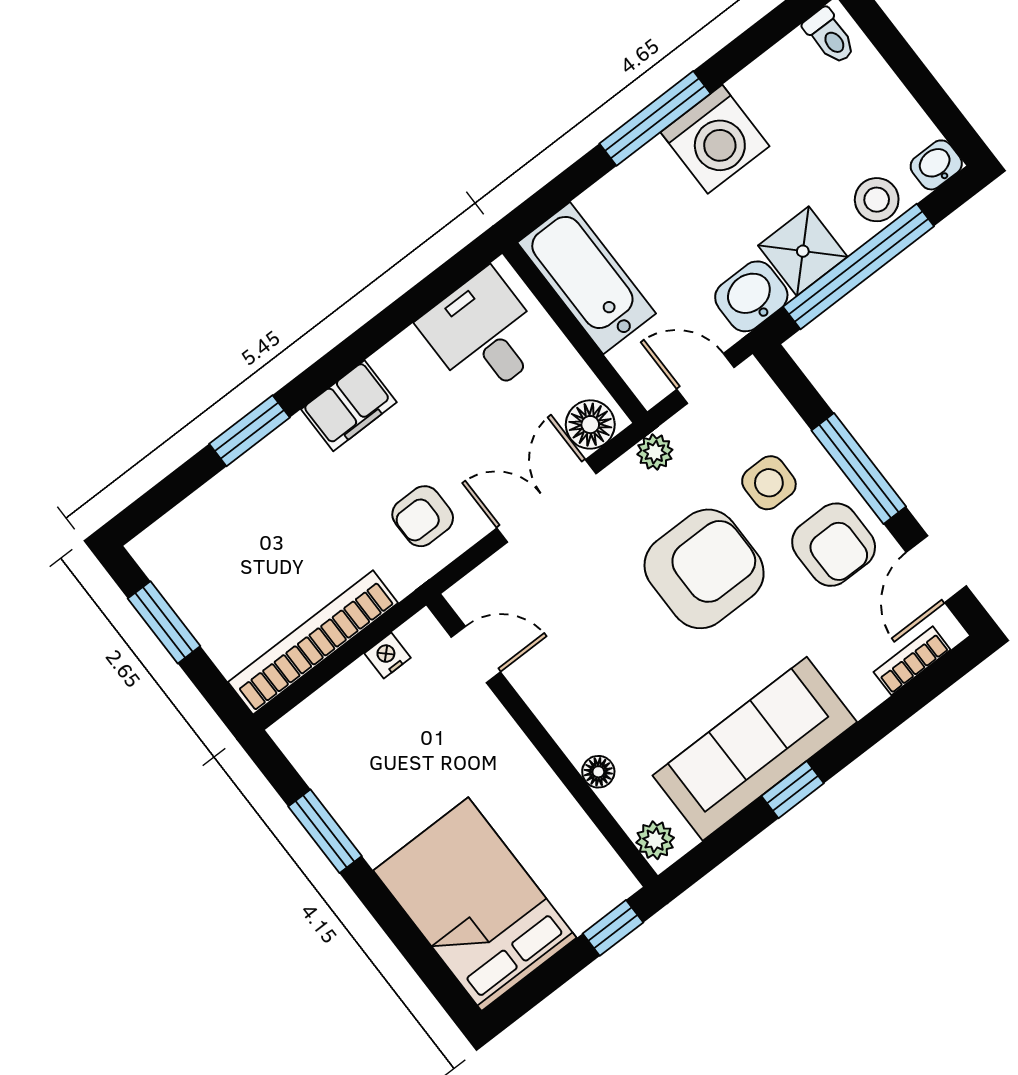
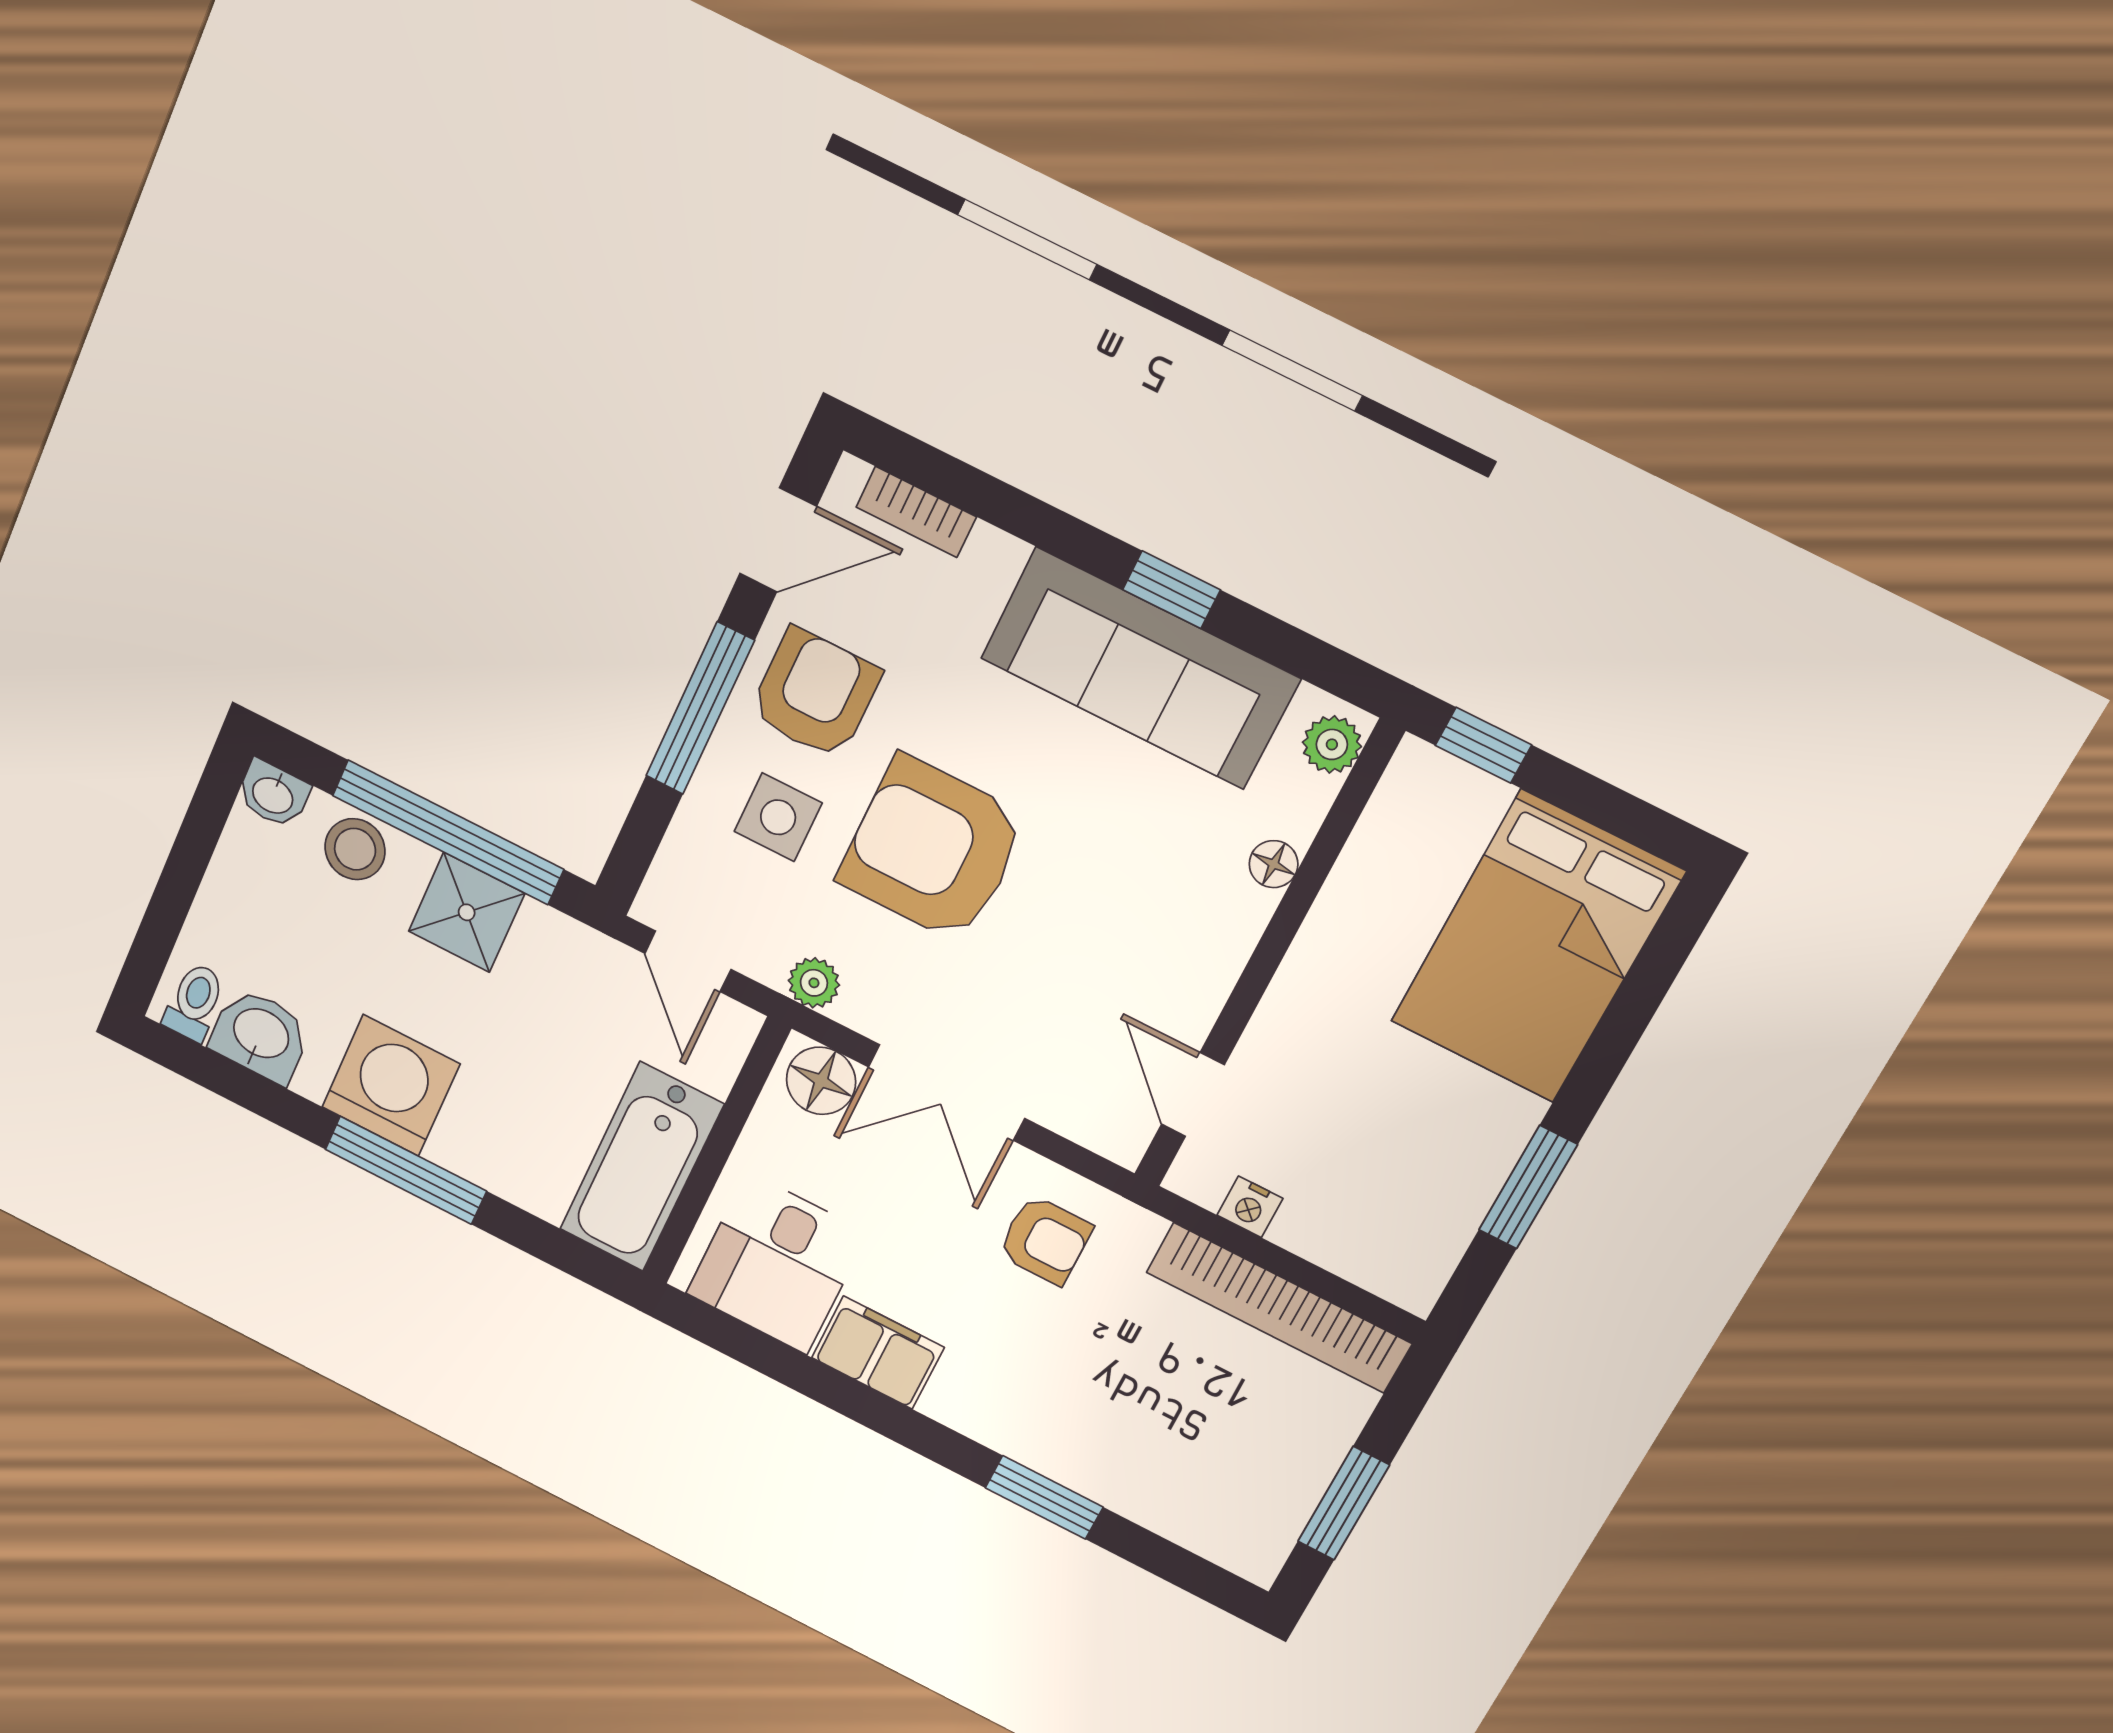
washbasin: (751, 296) -> (260, 1035), moved, turned 180
filing cabinet: (349, 406) -> (878, 1352), moved

